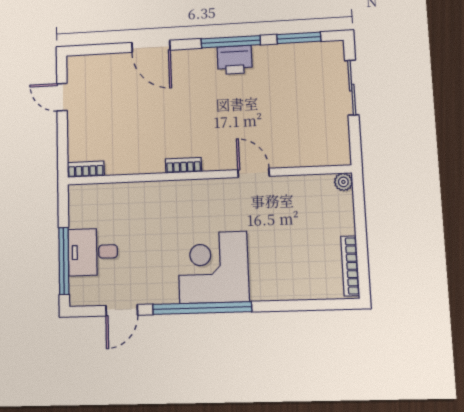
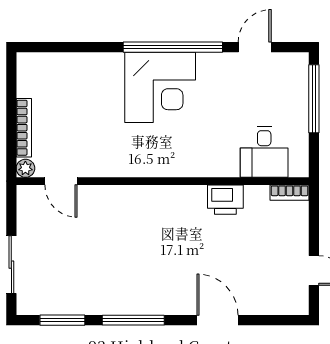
printer: (235, 60) -> (225, 200), moved, turned 180
bookcase: (183, 165) -> (187, 192), removed
door: (254, 173) -> (61, 181), moved
desk: (93, 252) -> (264, 152), moved, turned 90
bookcase: (350, 266) -> (24, 128), moved

